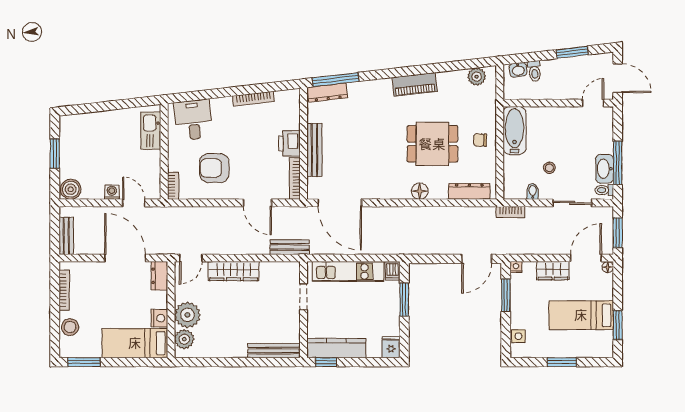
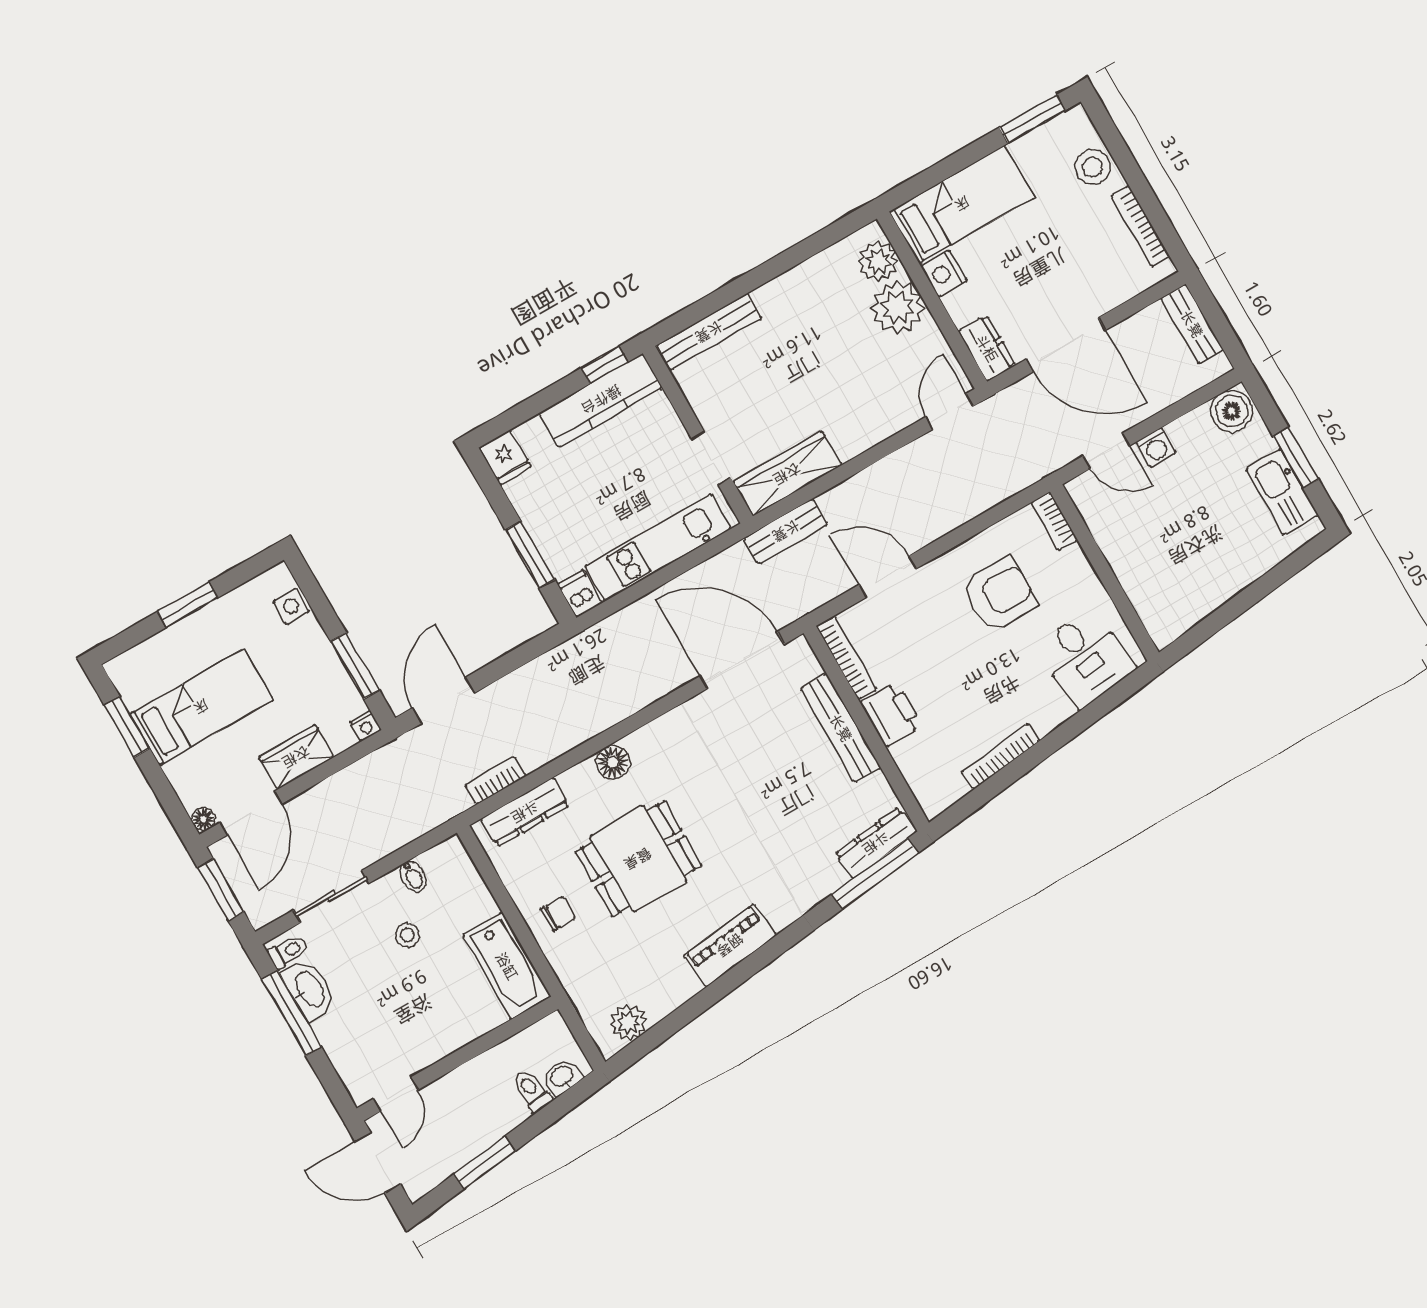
kitchen sink: (151, 131) -> (1282, 492), moved, turned 180
bookcase: (510, 212) -> (496, 781), moved
wardrobe: (234, 271) -> (787, 474), moved

